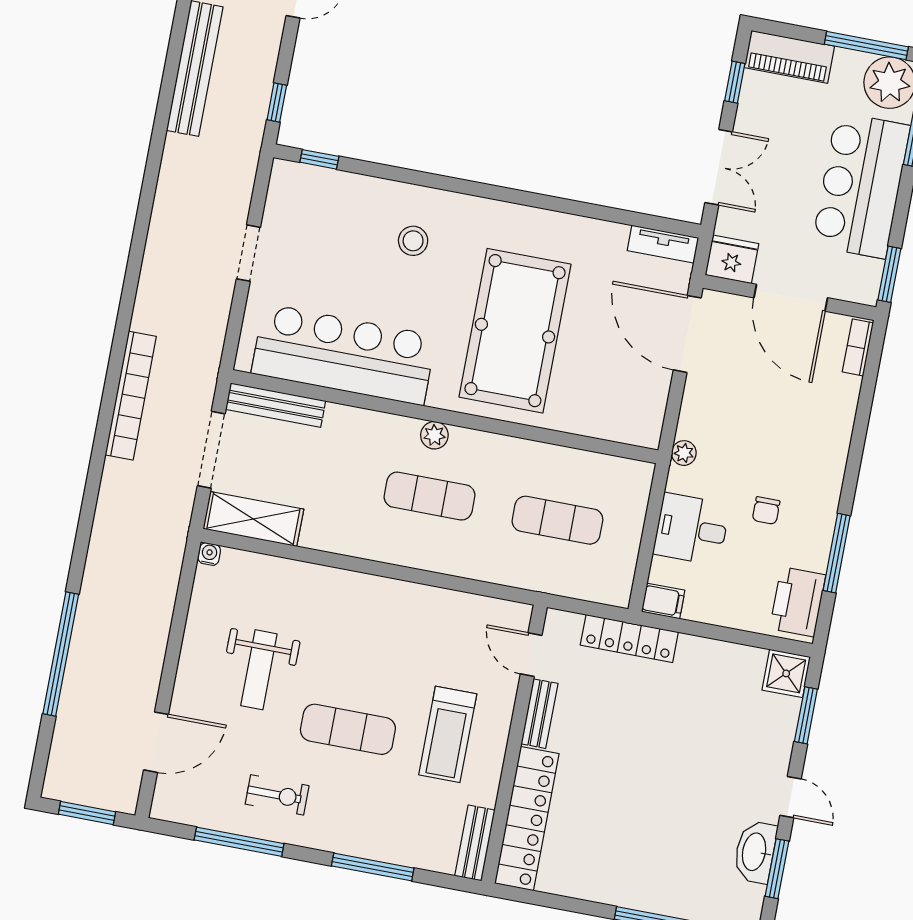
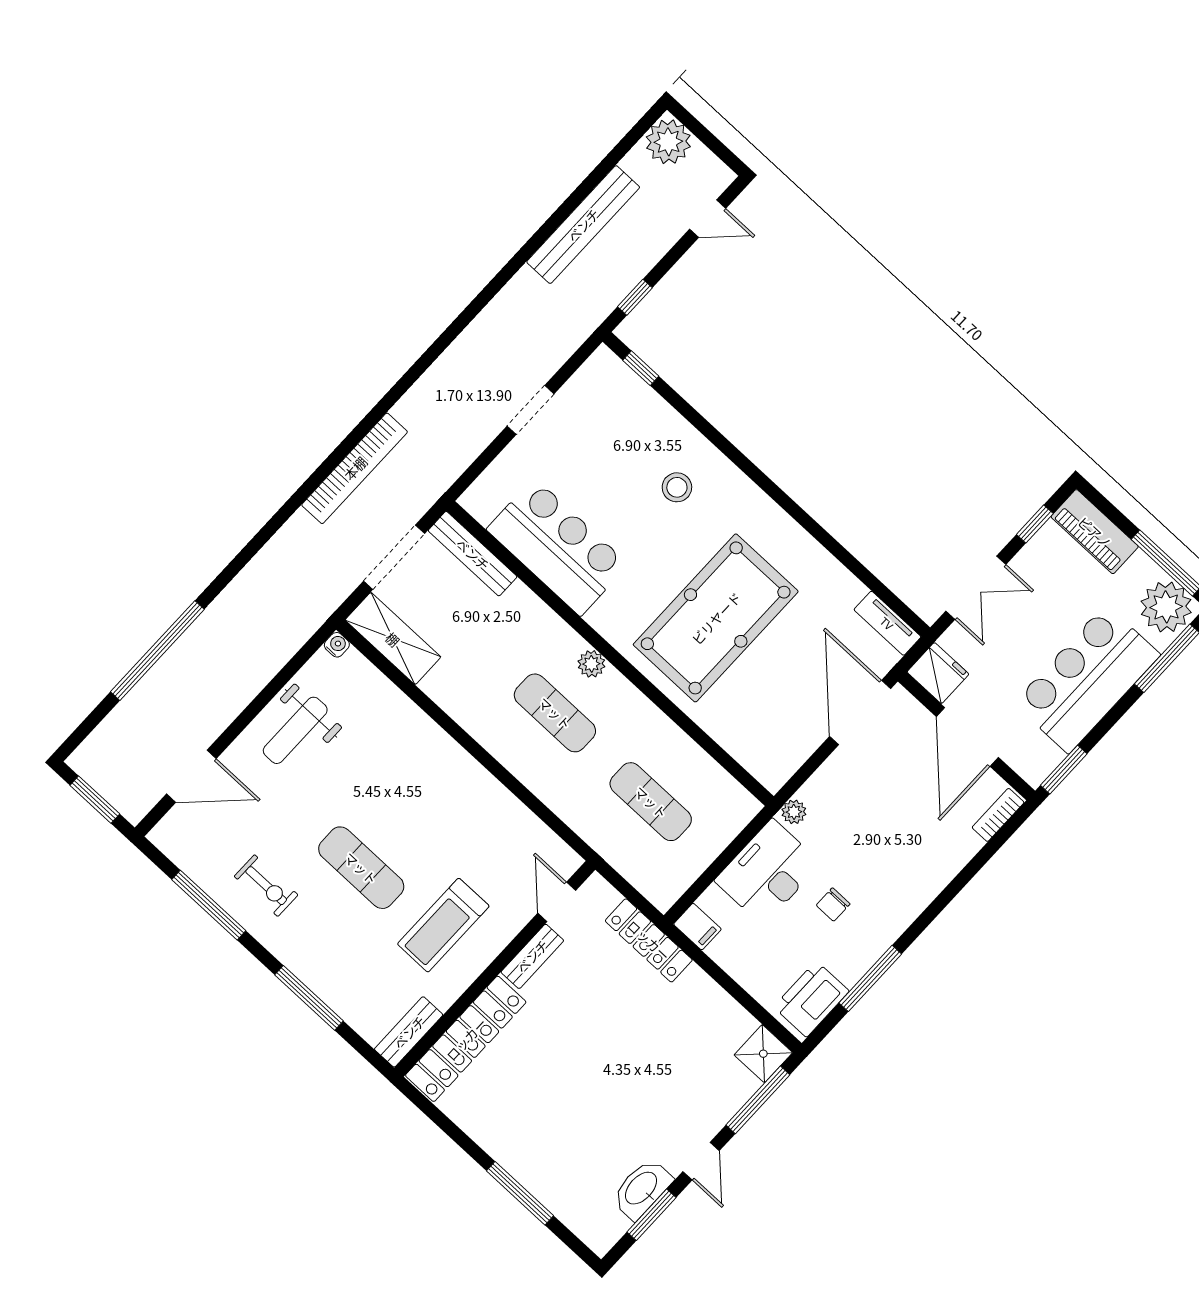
bar counter: (344, 354) -> (557, 547), width x0.73
desk: (691, 529) -> (768, 872), width x1.37
weight bench: (259, 670) -> (295, 730), moved
window: (806, 715) -> (758, 1100), width x1.44

